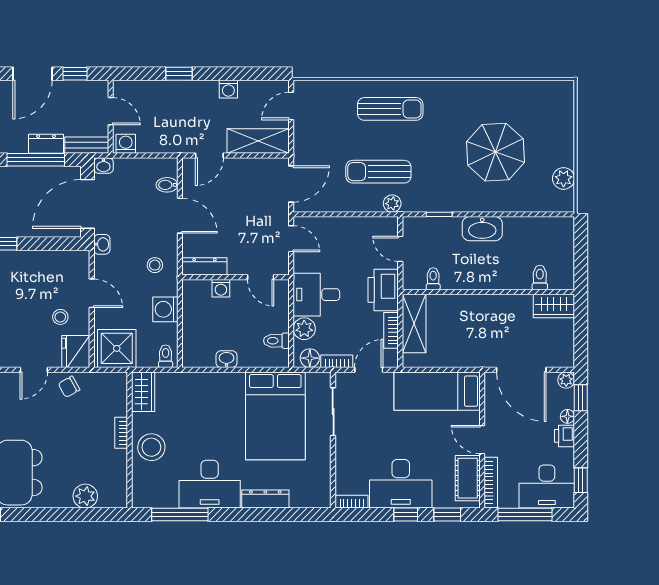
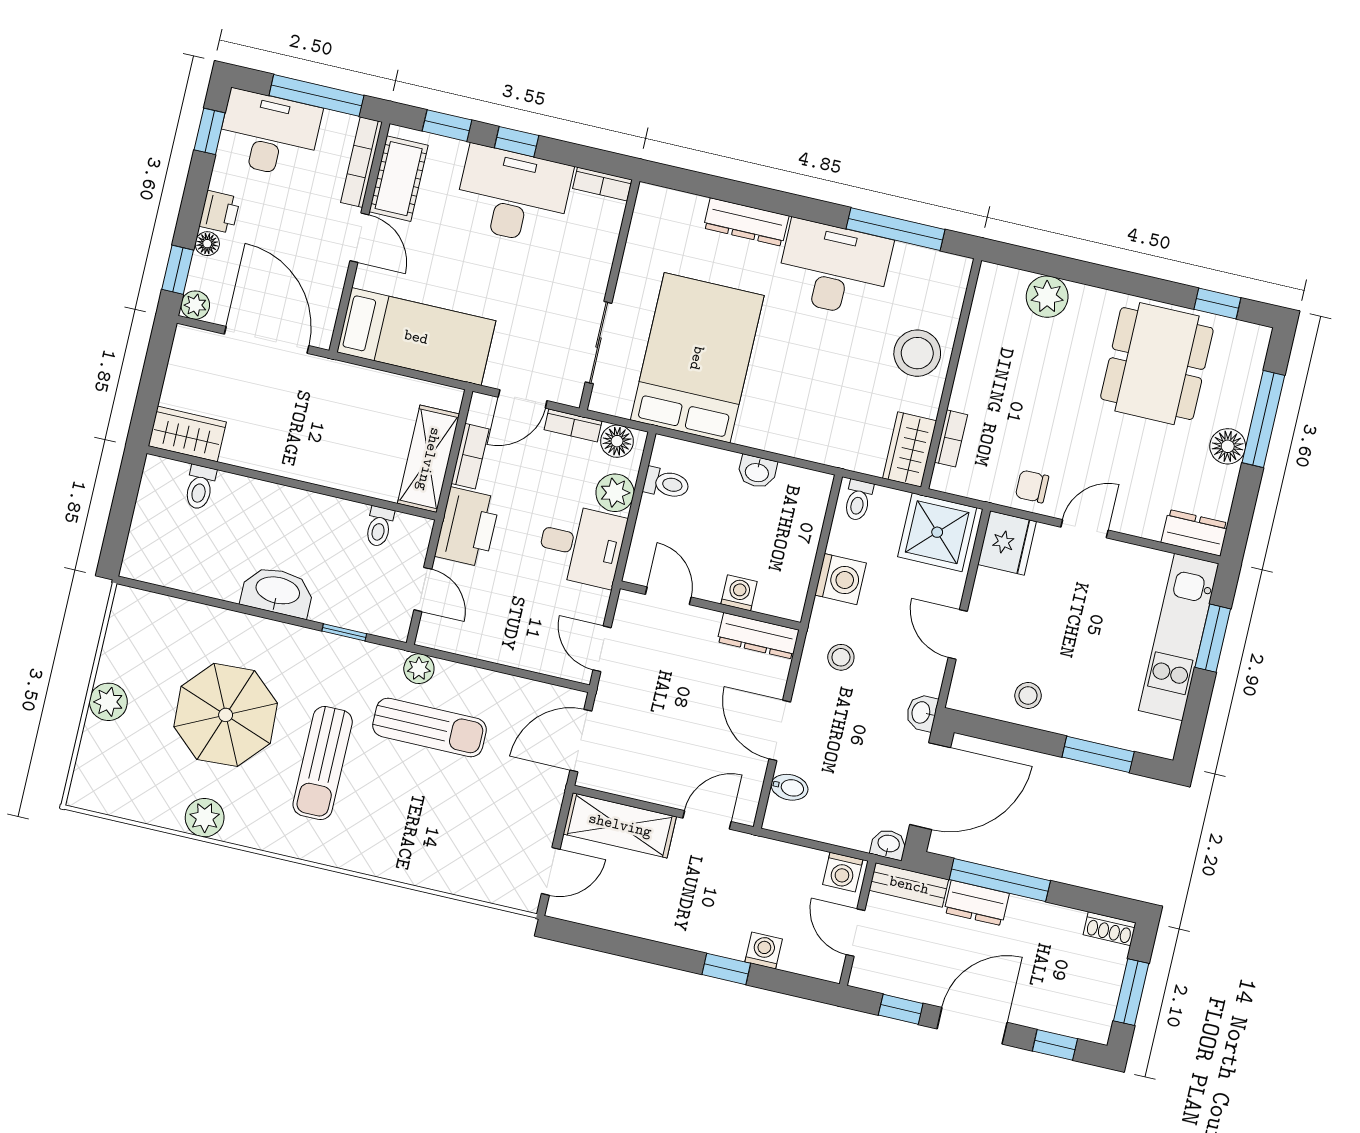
washing machine: (228, 89) -> (764, 950), moved
plant: (494, 91) -> (205, 818), added
sun lounger: (390, 109) -> (323, 763), moved, turned -90
plant: (564, 178) -> (108, 702), moved
stool: (60, 317) -> (1028, 695), moved
chair: (69, 387) -> (1032, 486), turned -151
bookcase: (121, 433) -> (951, 438), moved

